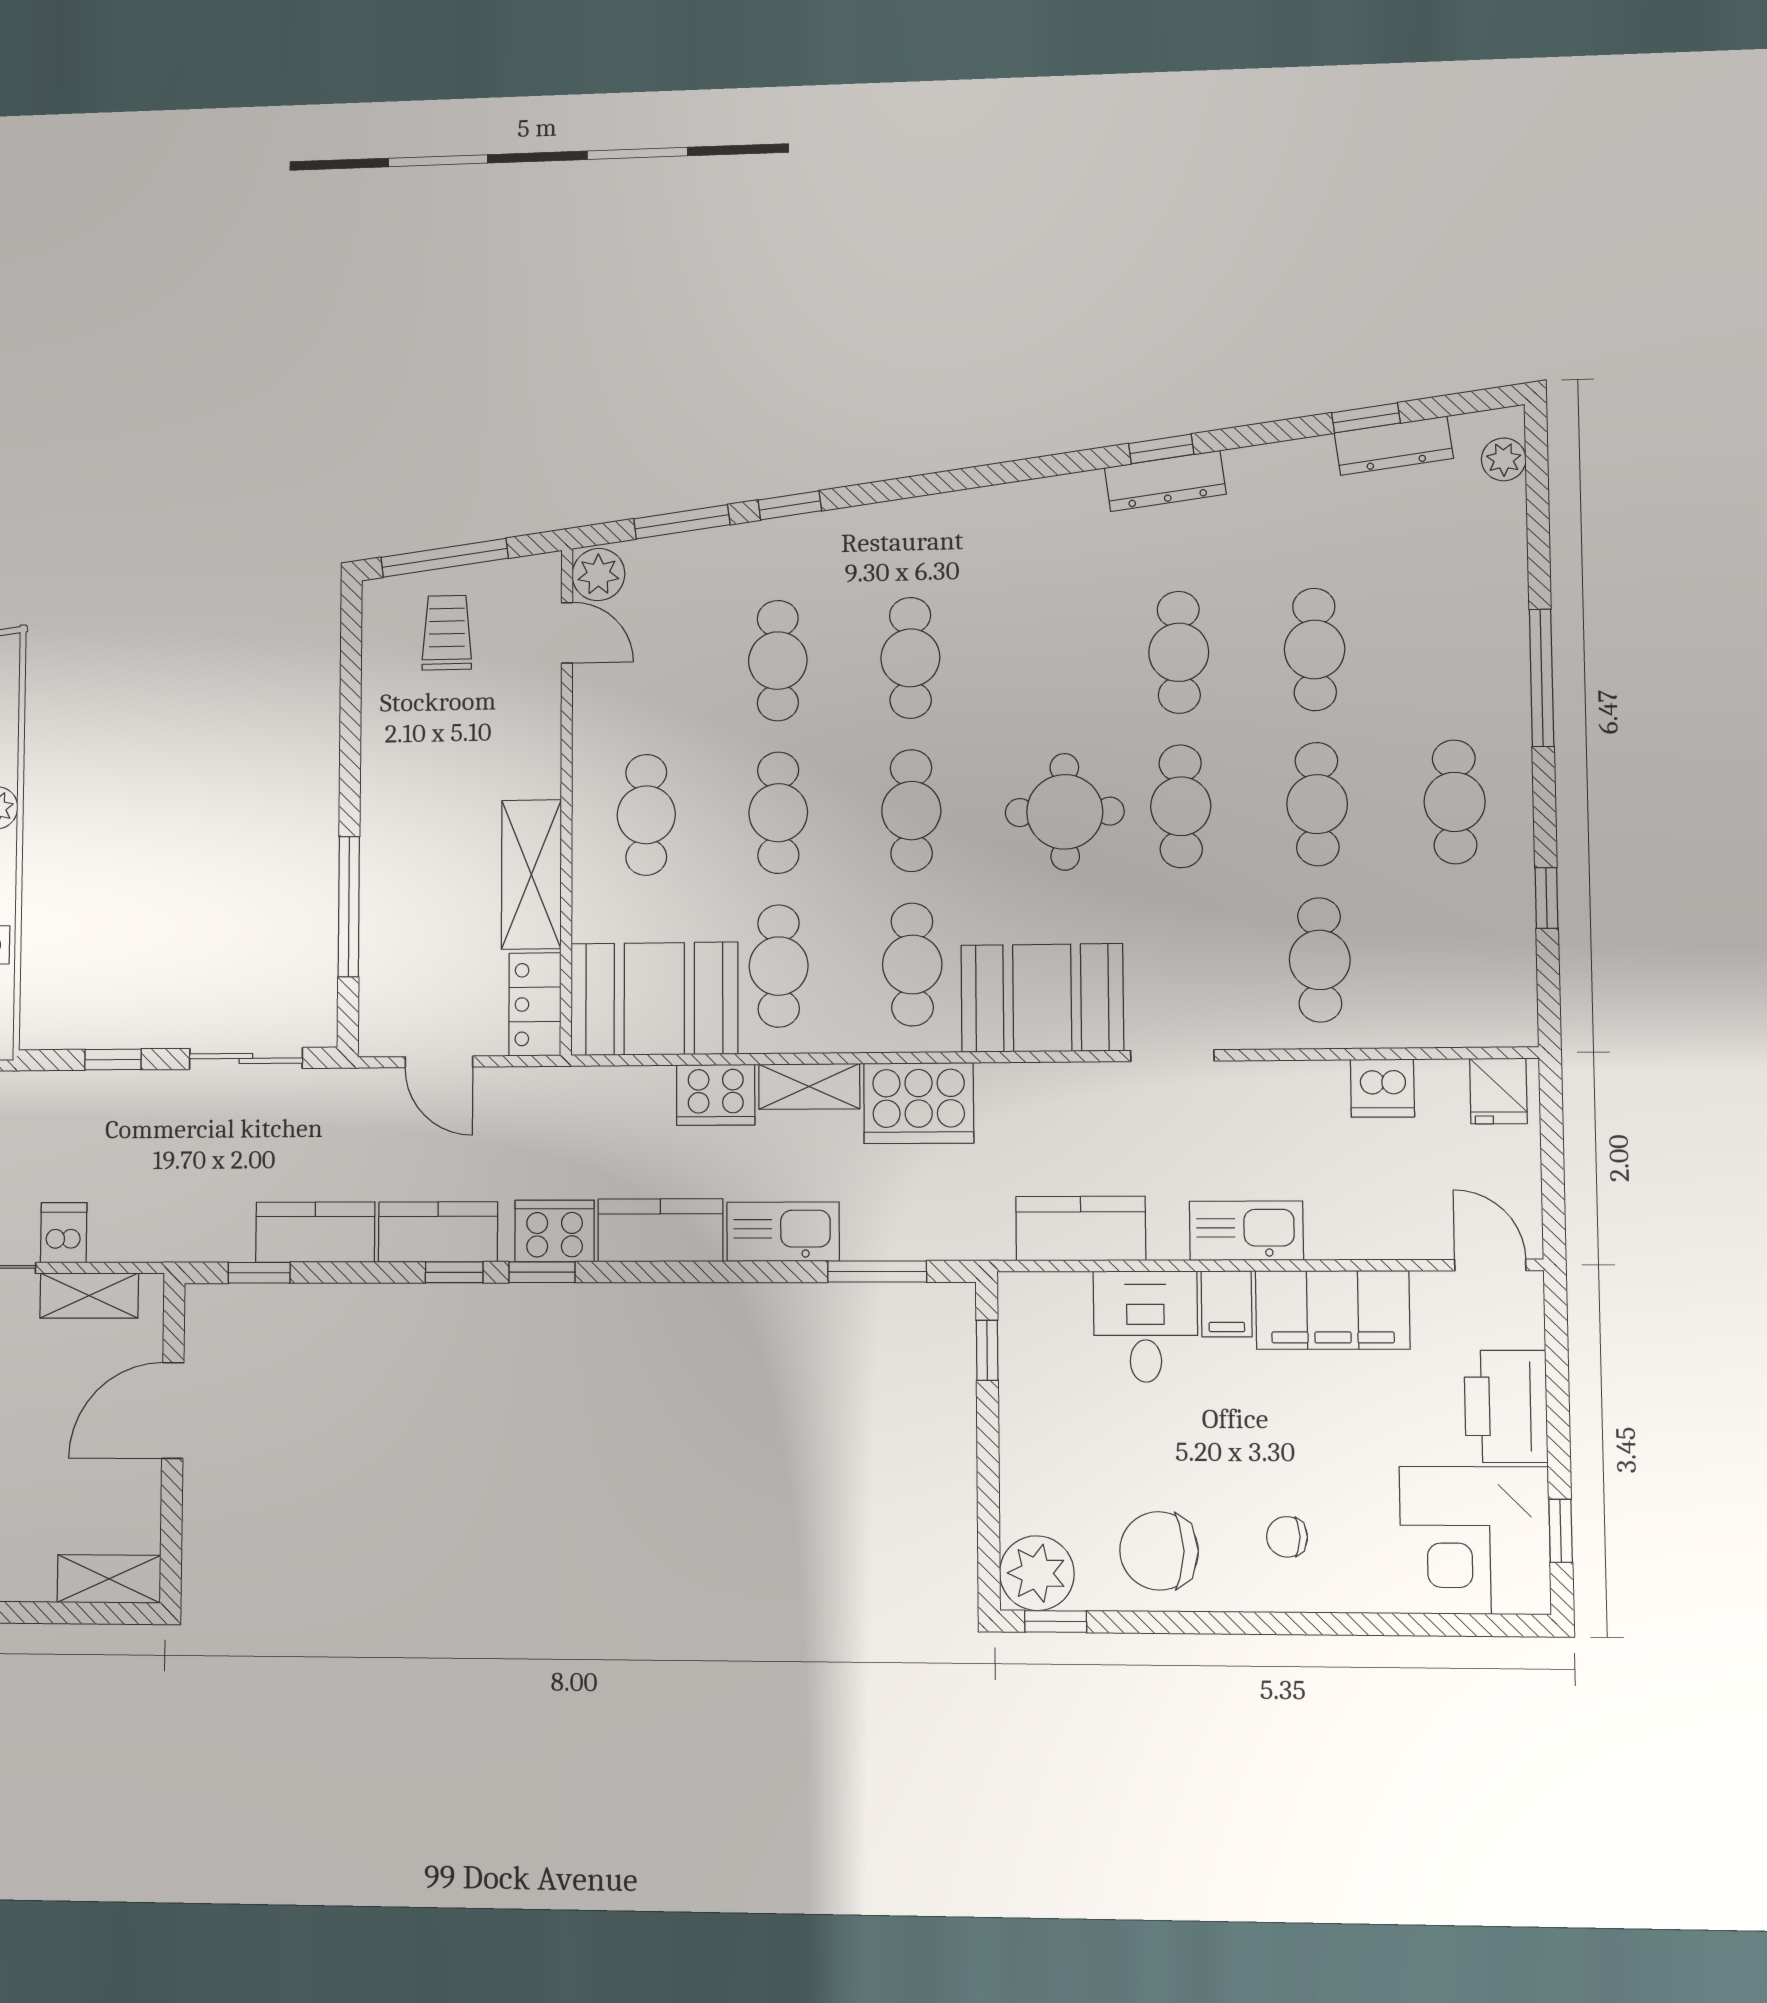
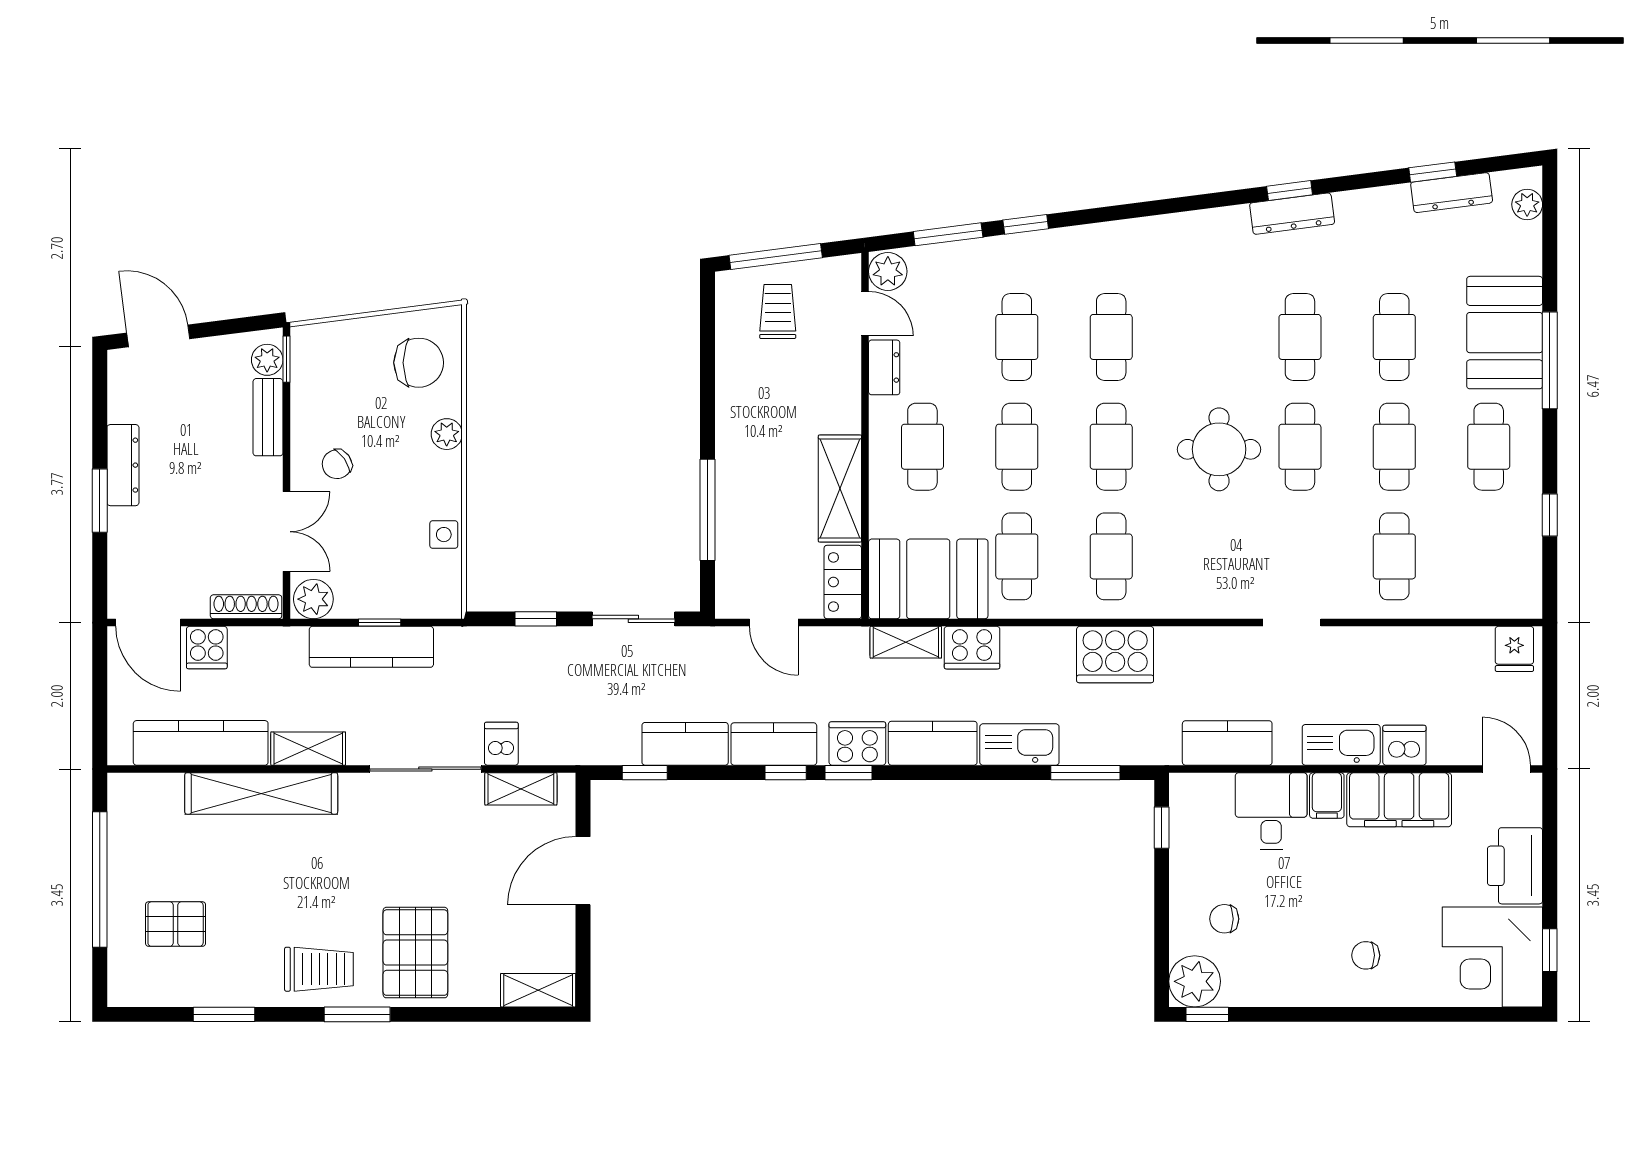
dresser: (593, 706) -> (884, 367), added
booth: (1042, 998) -> (1505, 333), moved, turned 90
shelving: (809, 1086) -> (906, 642), moved
dishwasher: (1382, 1088) -> (1404, 745), moved, turned 180
chair: (1159, 1551) -> (1224, 919), moved, width x0.54, depth x0.54

